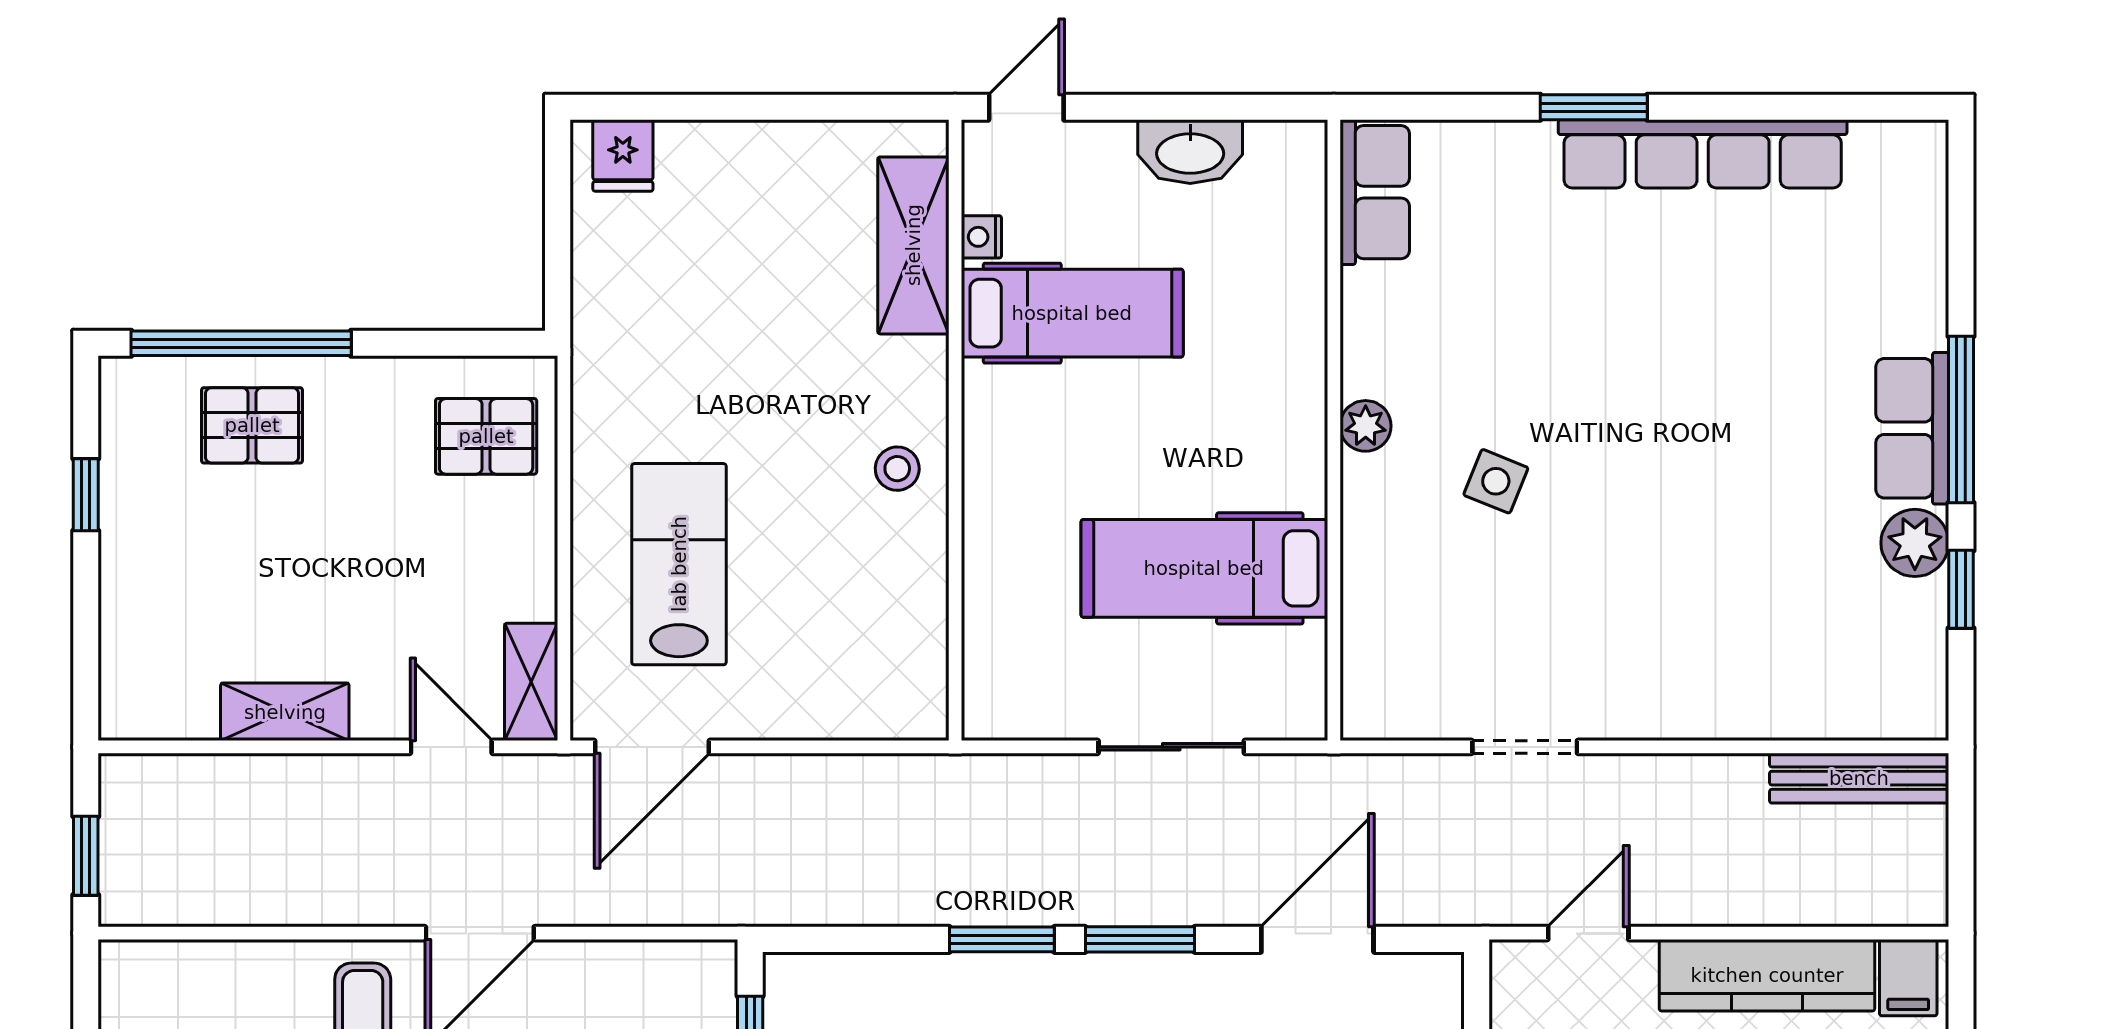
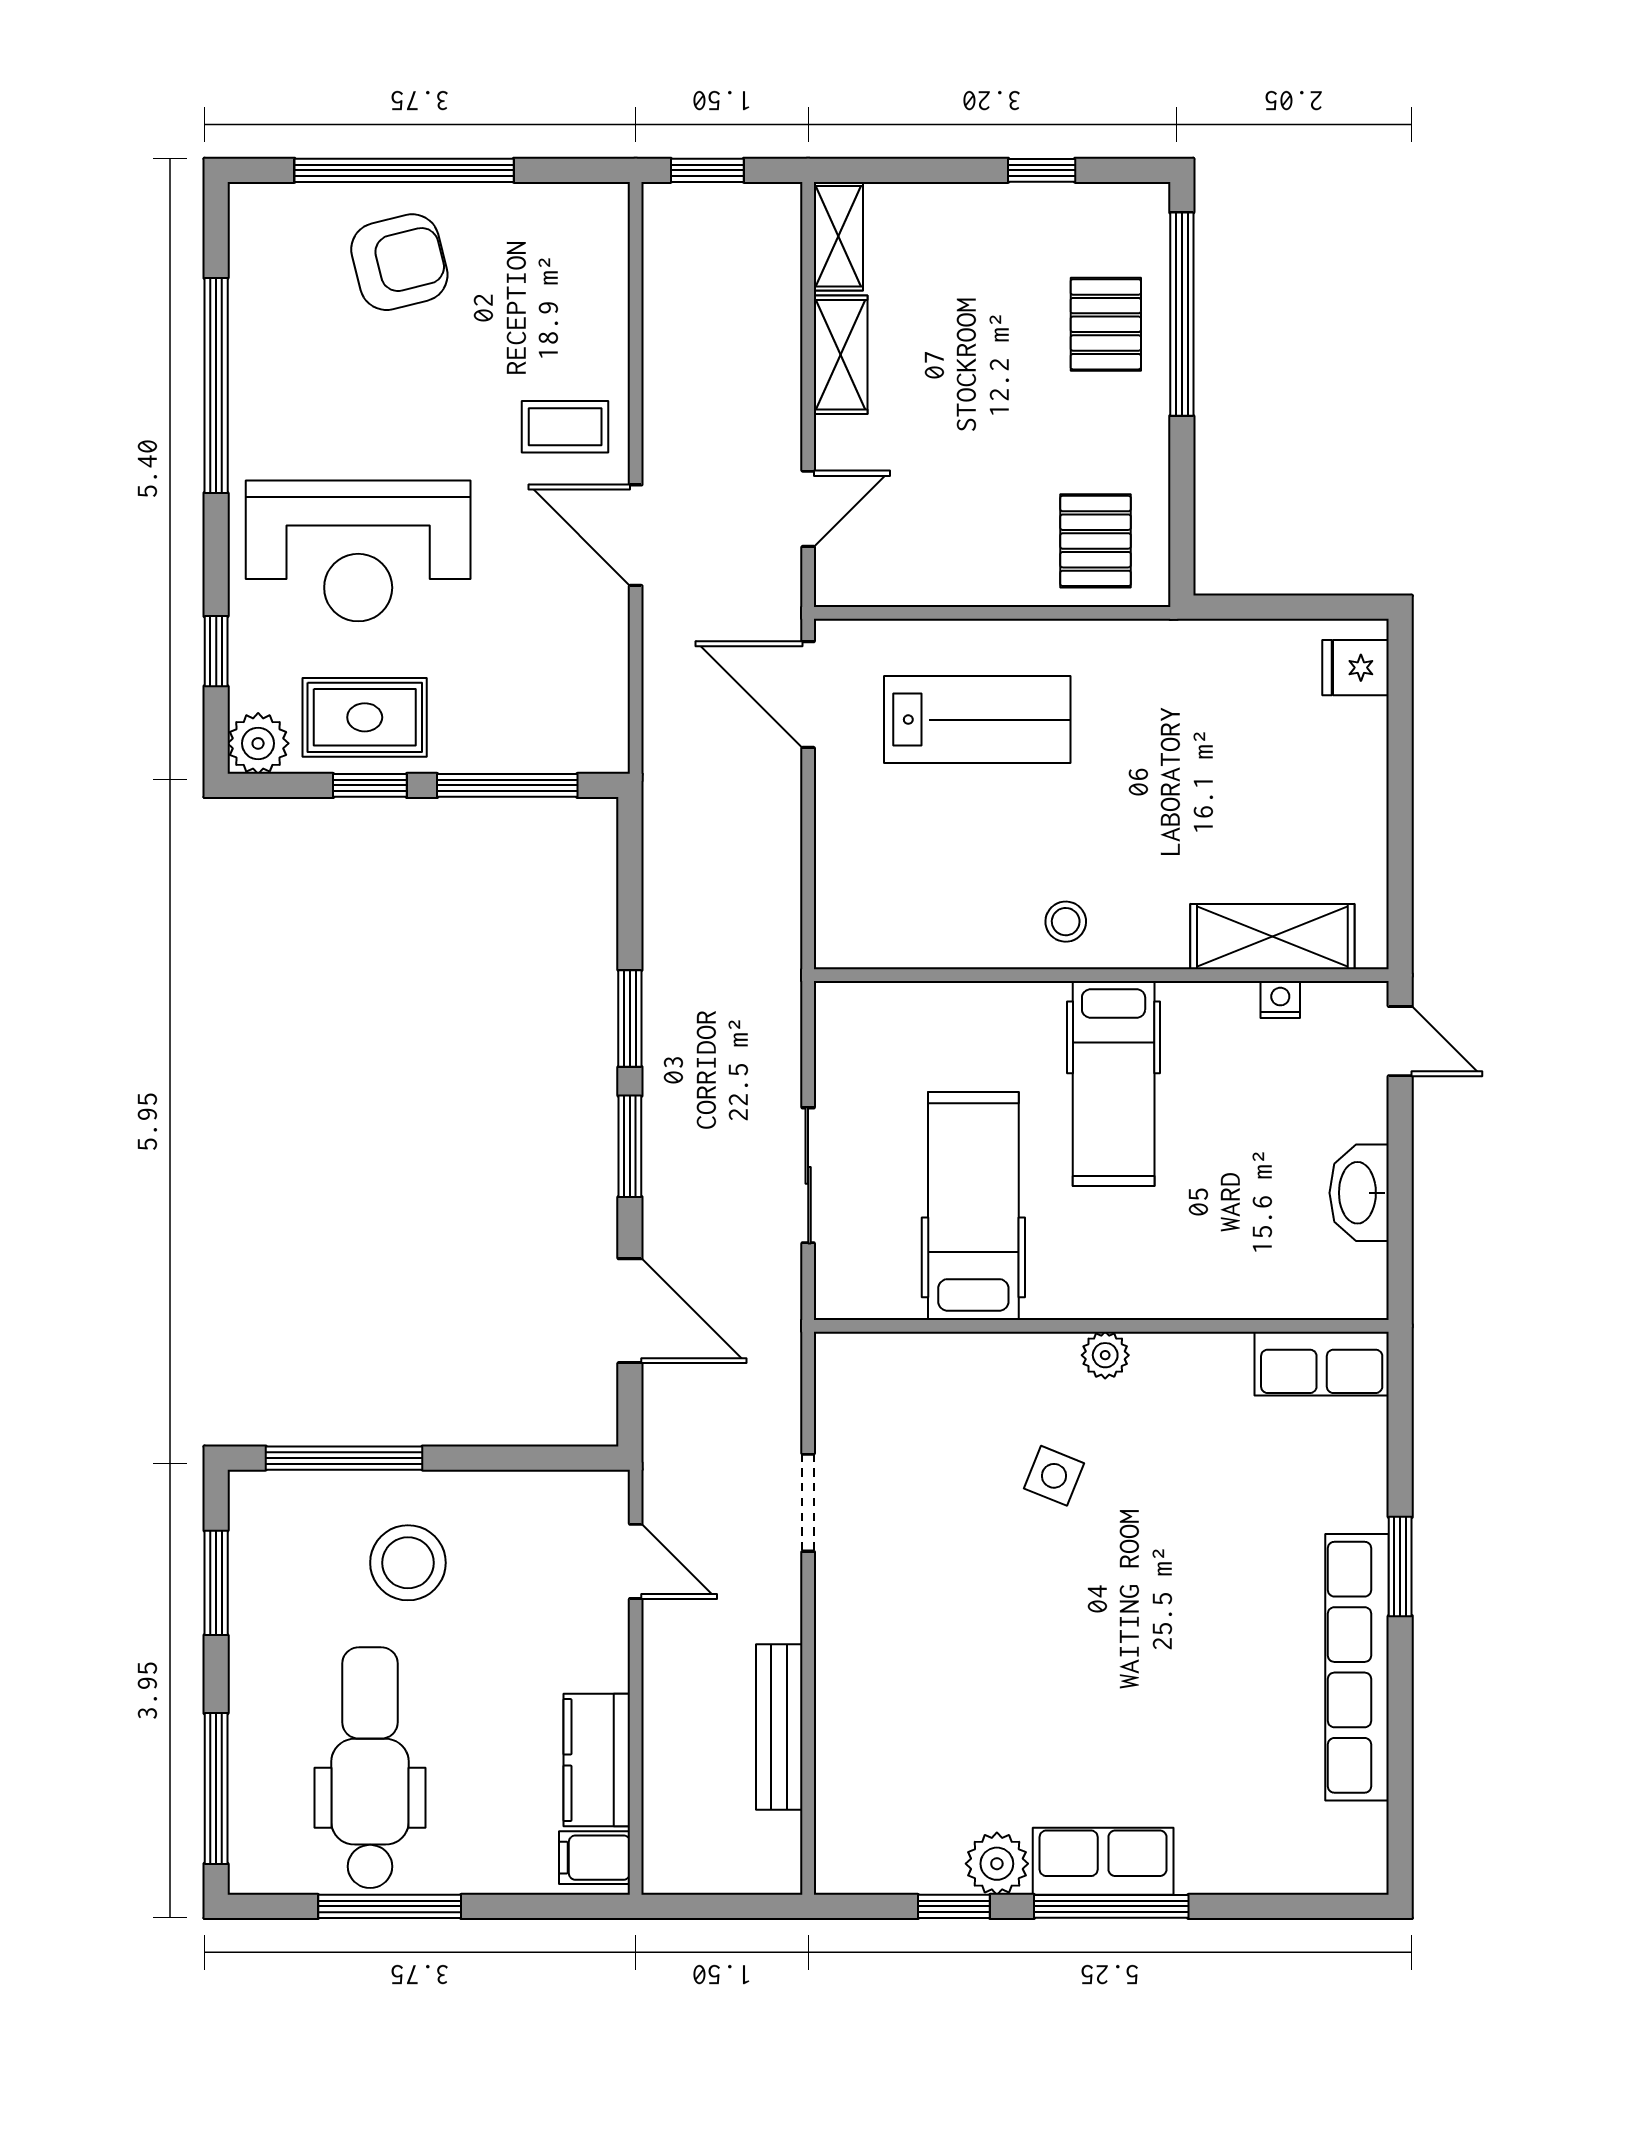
hospital bed: (1072, 313) -> (1114, 1084), moved
shelving: (531, 682) -> (838, 236), moved, turned 90
bench: (1859, 778) -> (779, 1727), moved
kitchen counter: (1767, 975) -> (597, 1760), width x0.67

